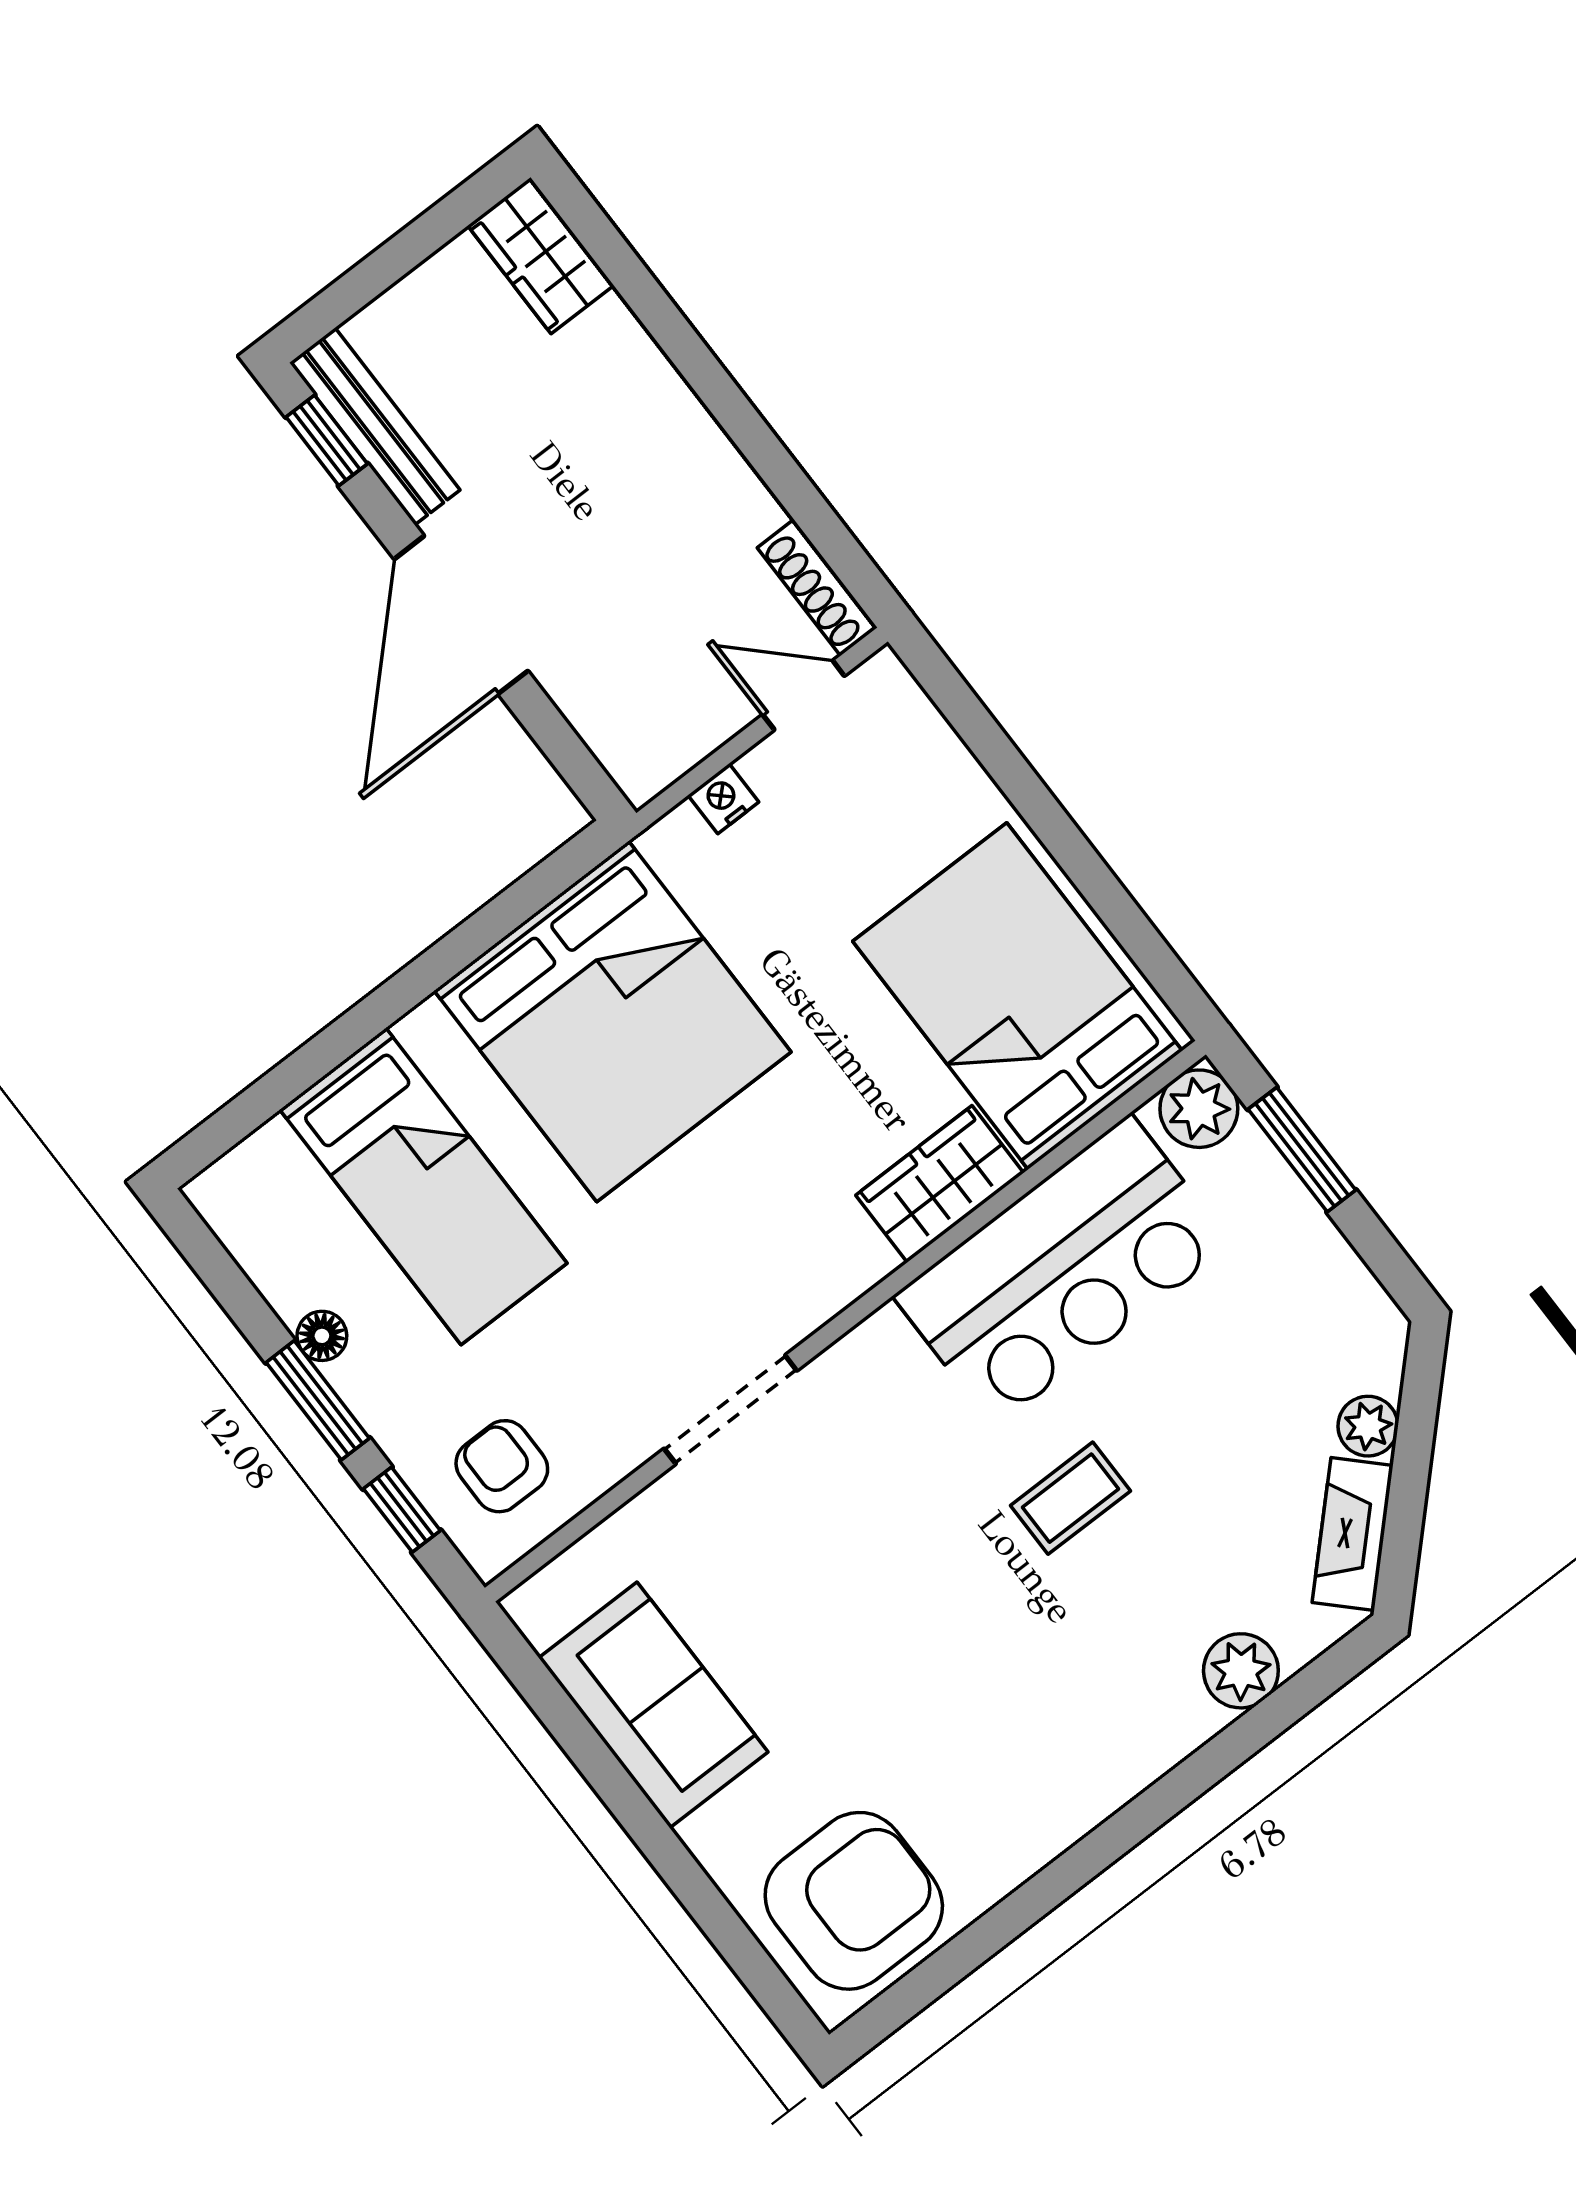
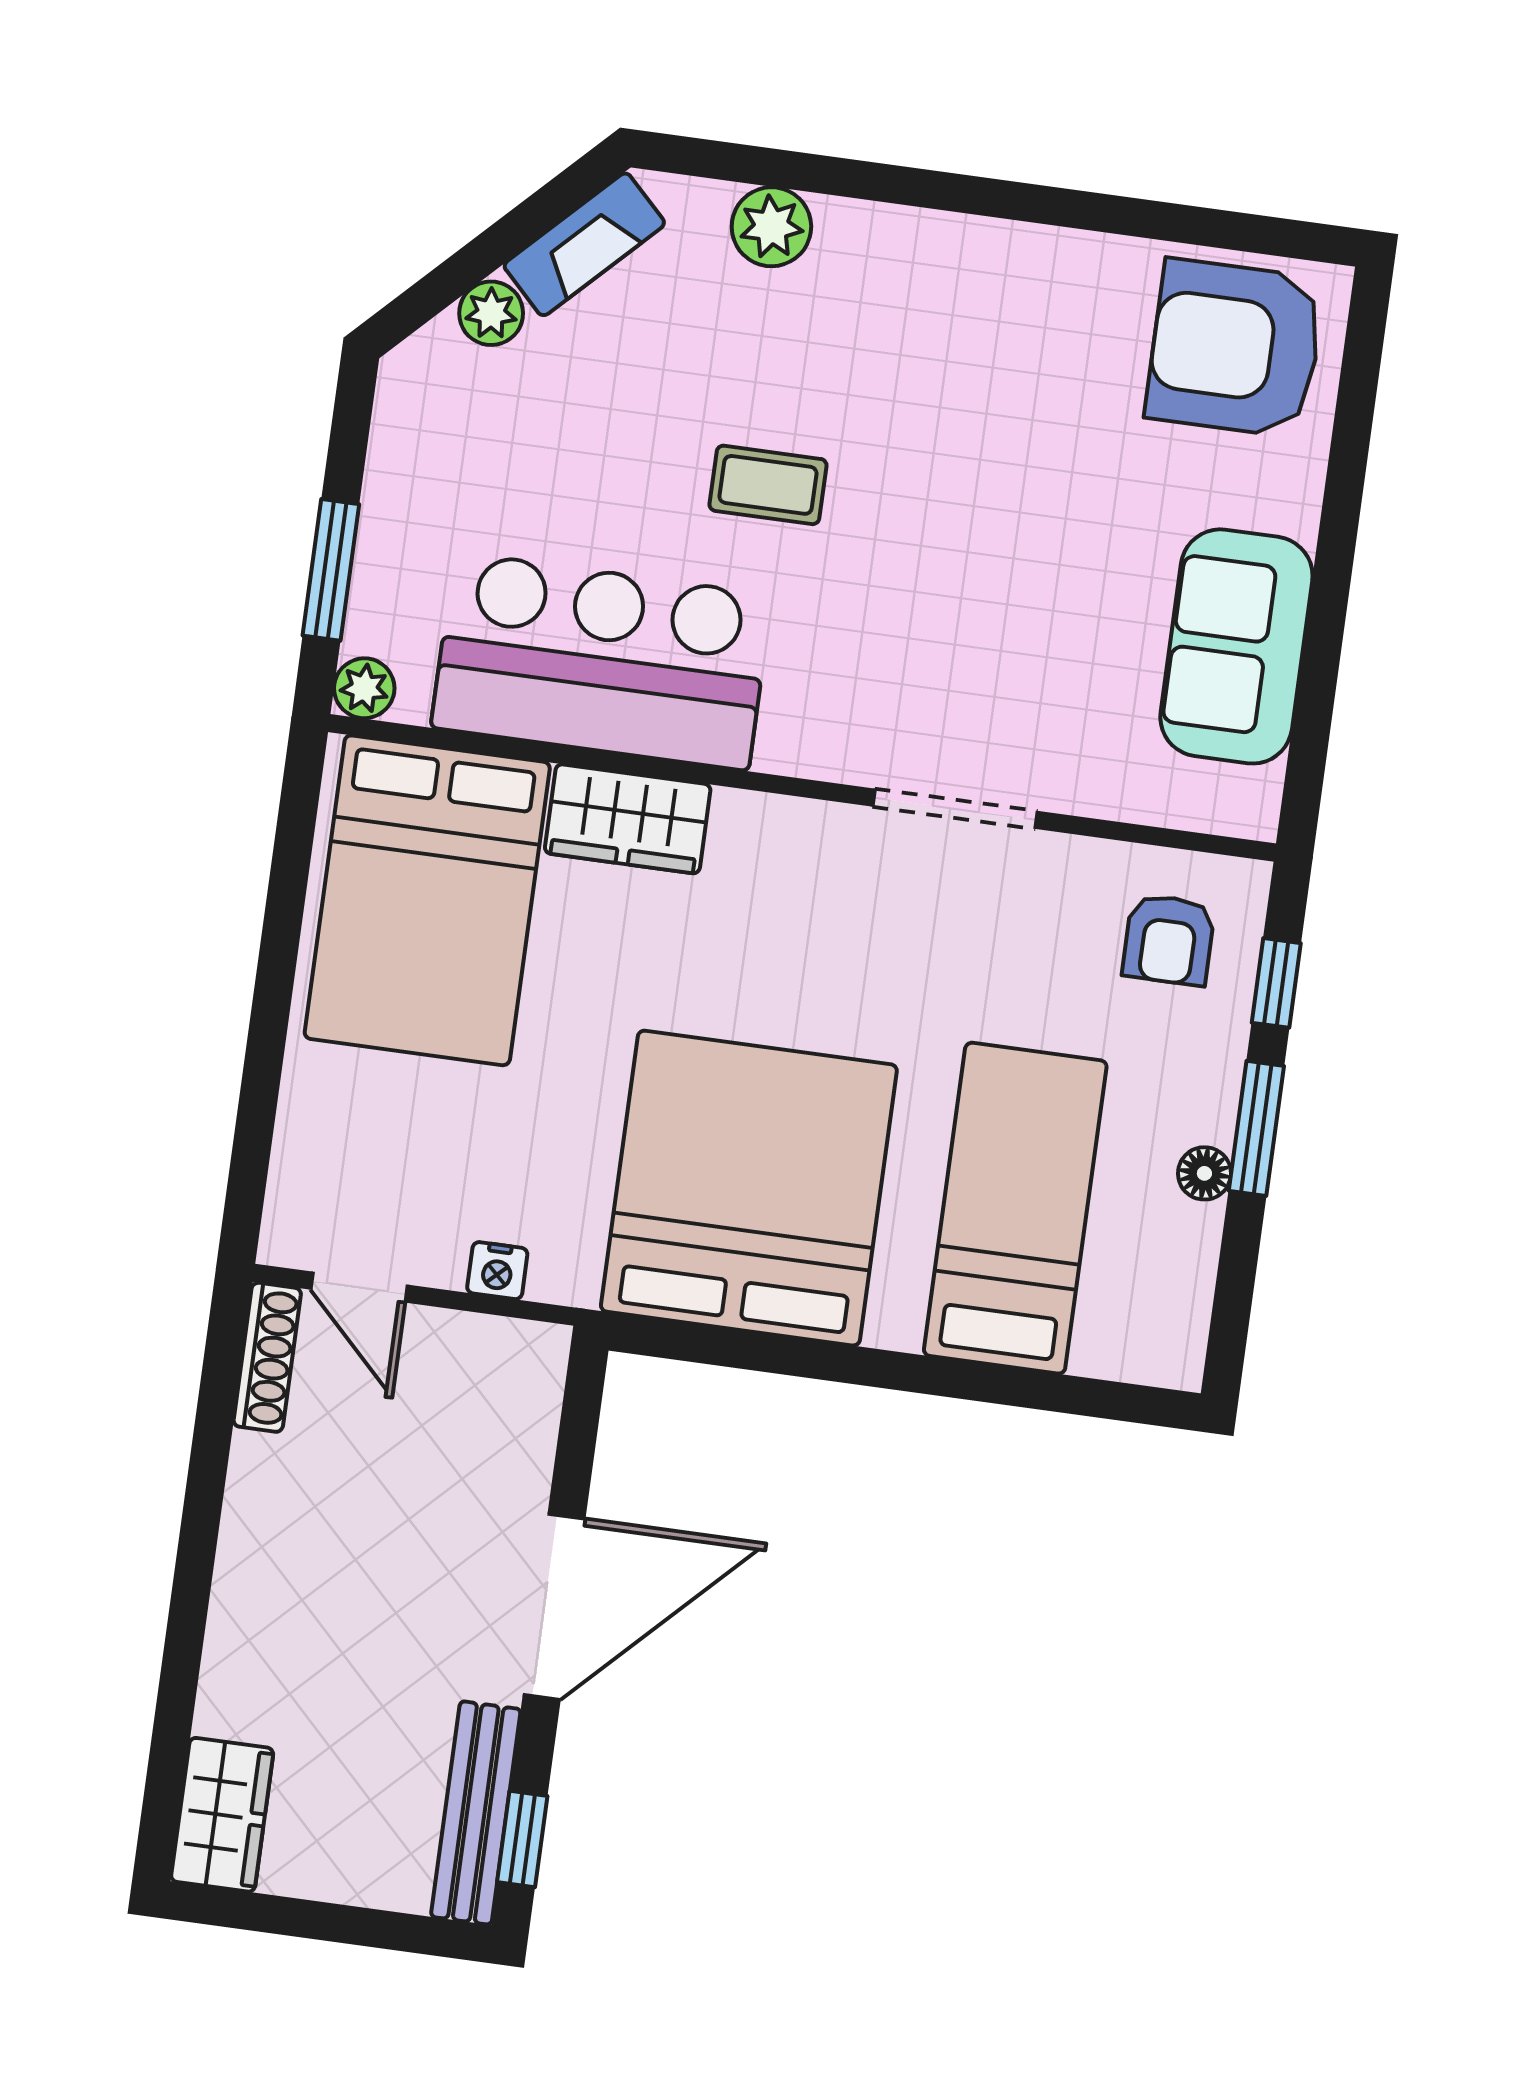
plant: (1199, 1109) -> (364, 688), width x0.73, depth x0.73

